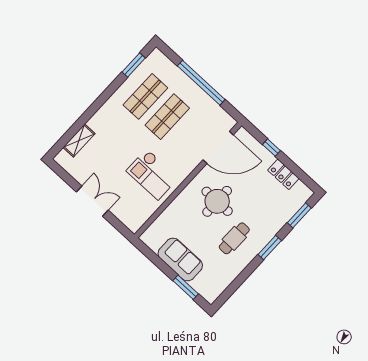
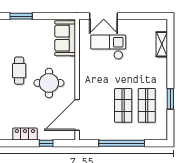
window: (134, 65) -> (170, 99), moved
checkout: (152, 174) -> (108, 47), moved
double door: (92, 201) -> (104, 16), moved
sofa: (180, 259) -> (65, 38), moved, turned 90

